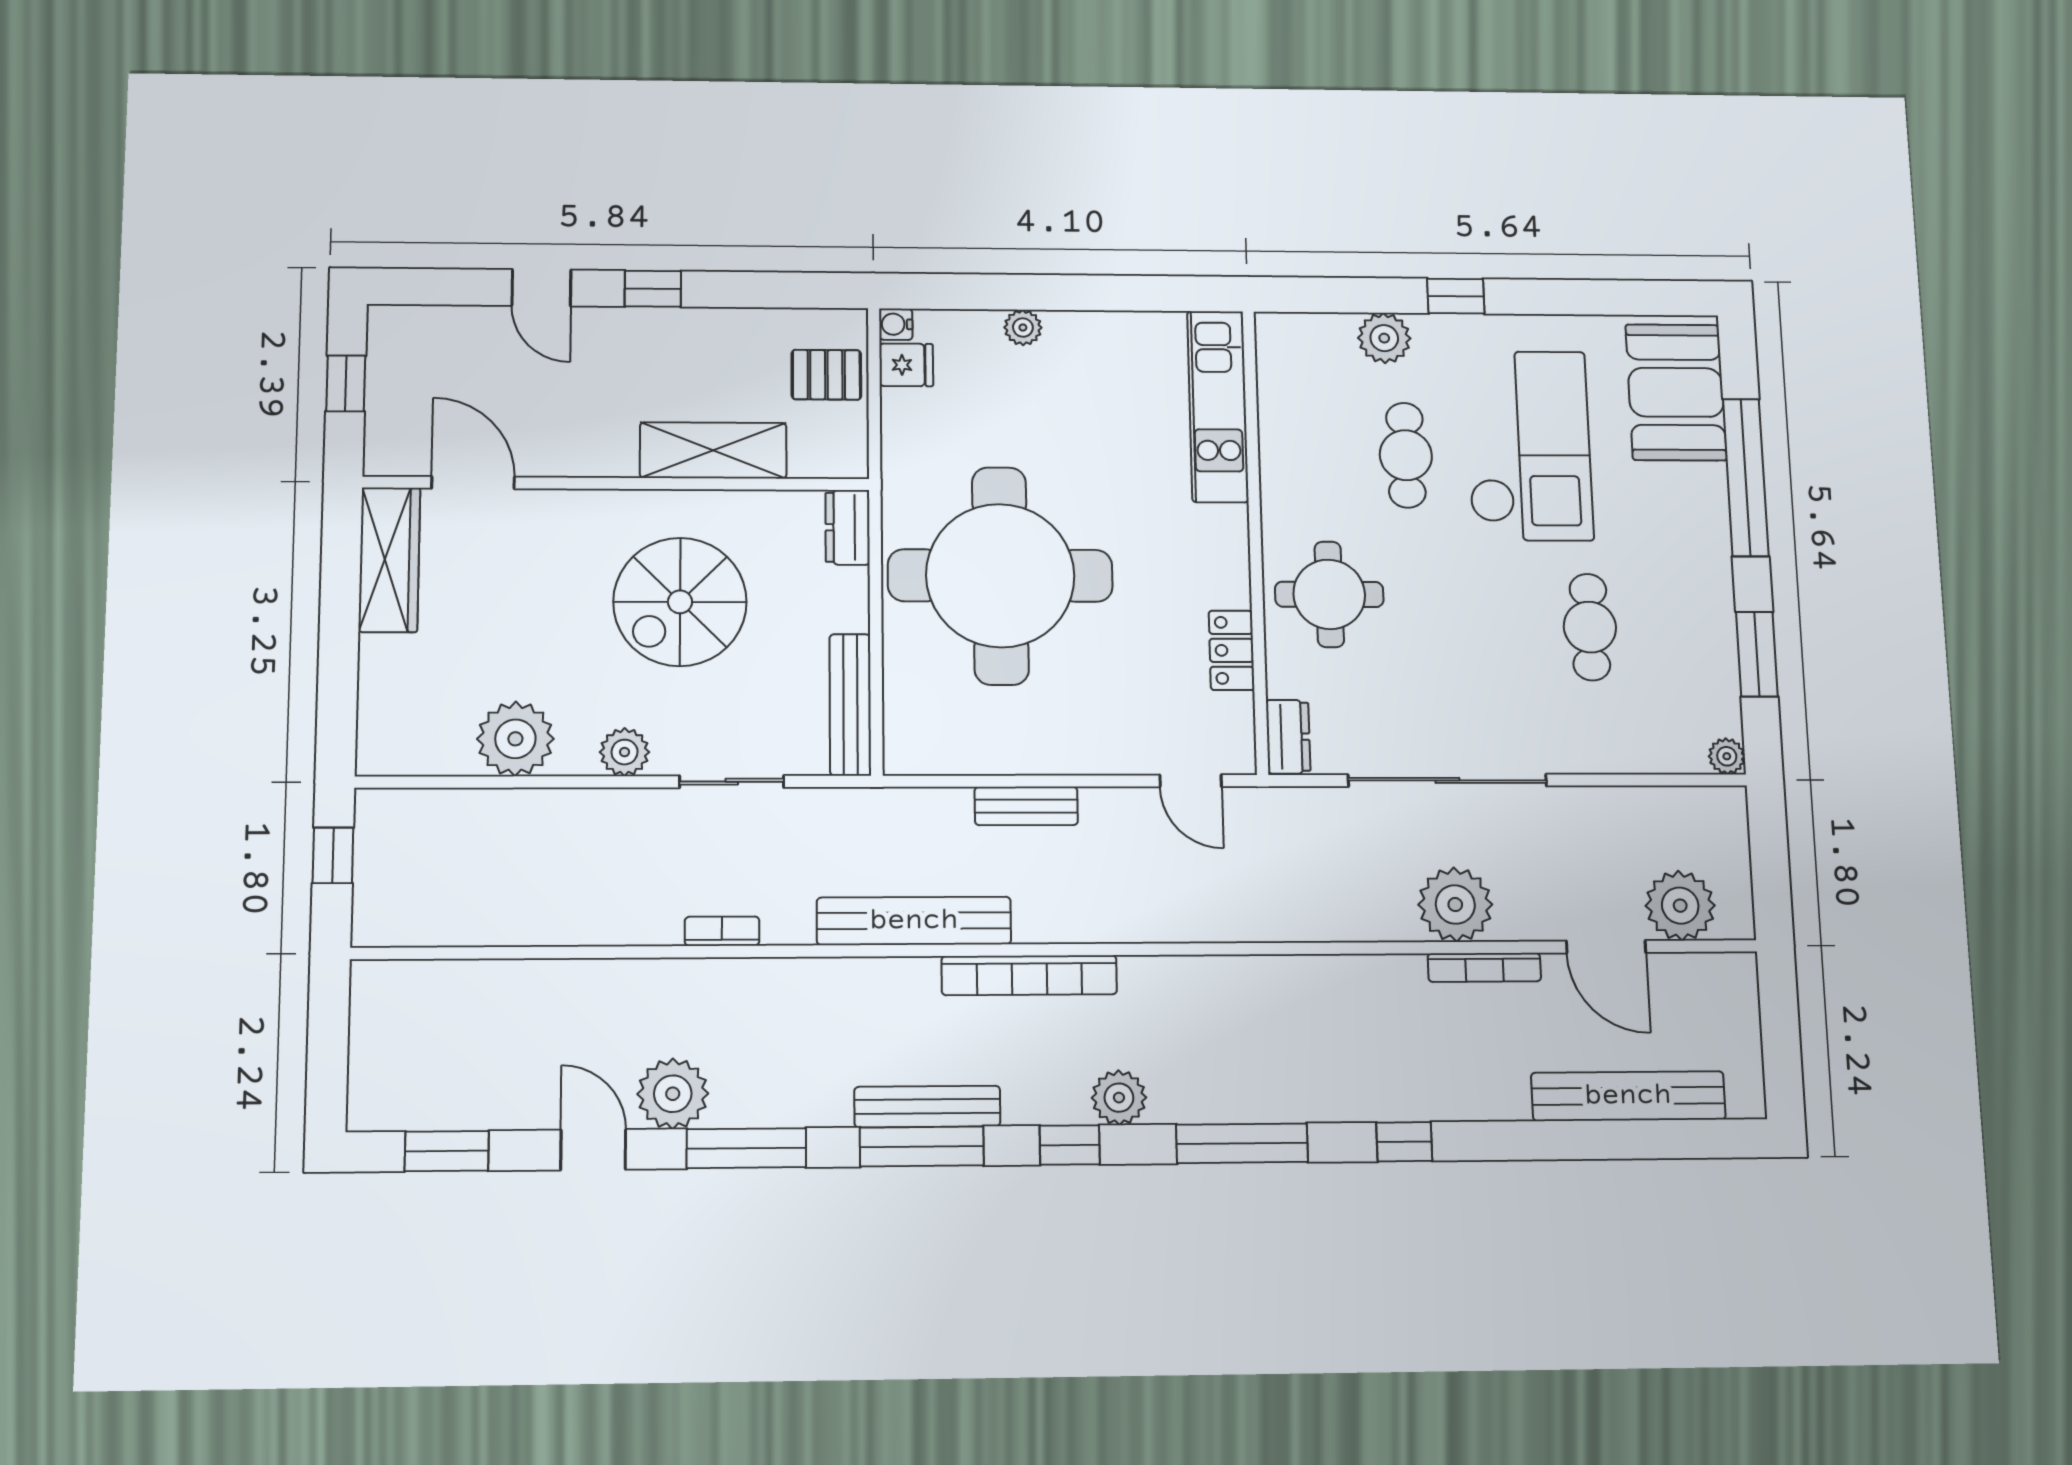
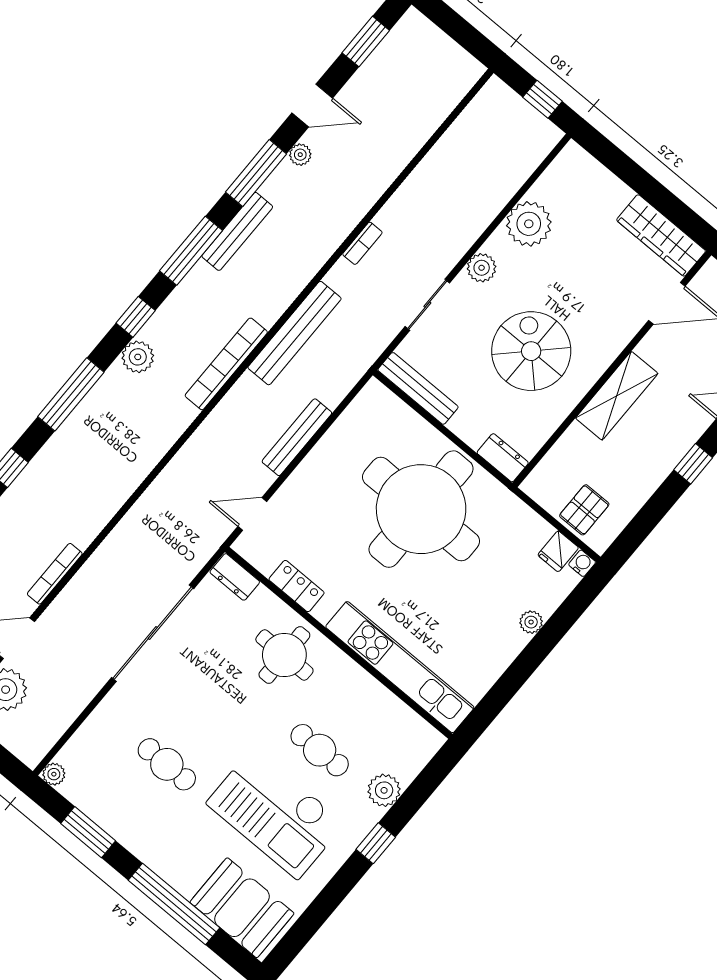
kitchen unit: (1218, 406) -> (400, 667), width x1.36
shelving: (713, 450) -> (617, 396), moved
bench: (1026, 806) -> (297, 437), width x1.36
plant: (1455, 905) -> (94, 586), removed
plant: (673, 1094) -> (300, 155), width x0.53, depth x0.53
bench: (927, 1107) -> (237, 231), moved

